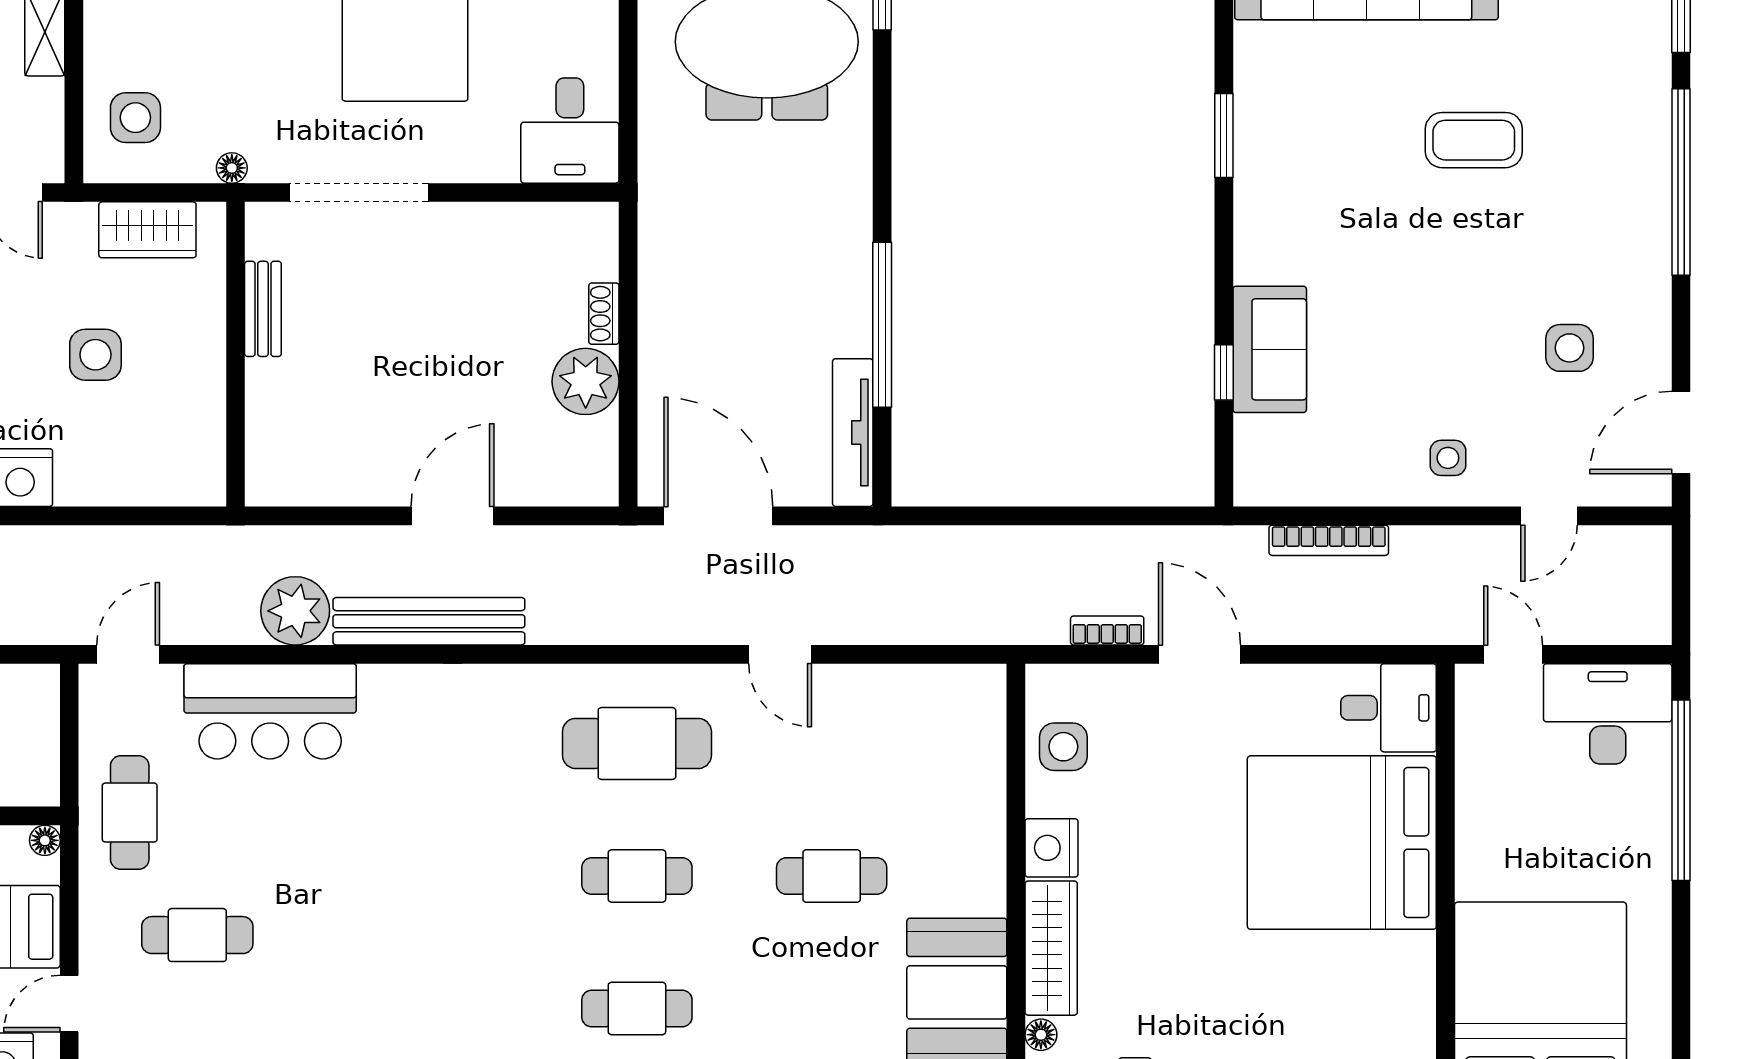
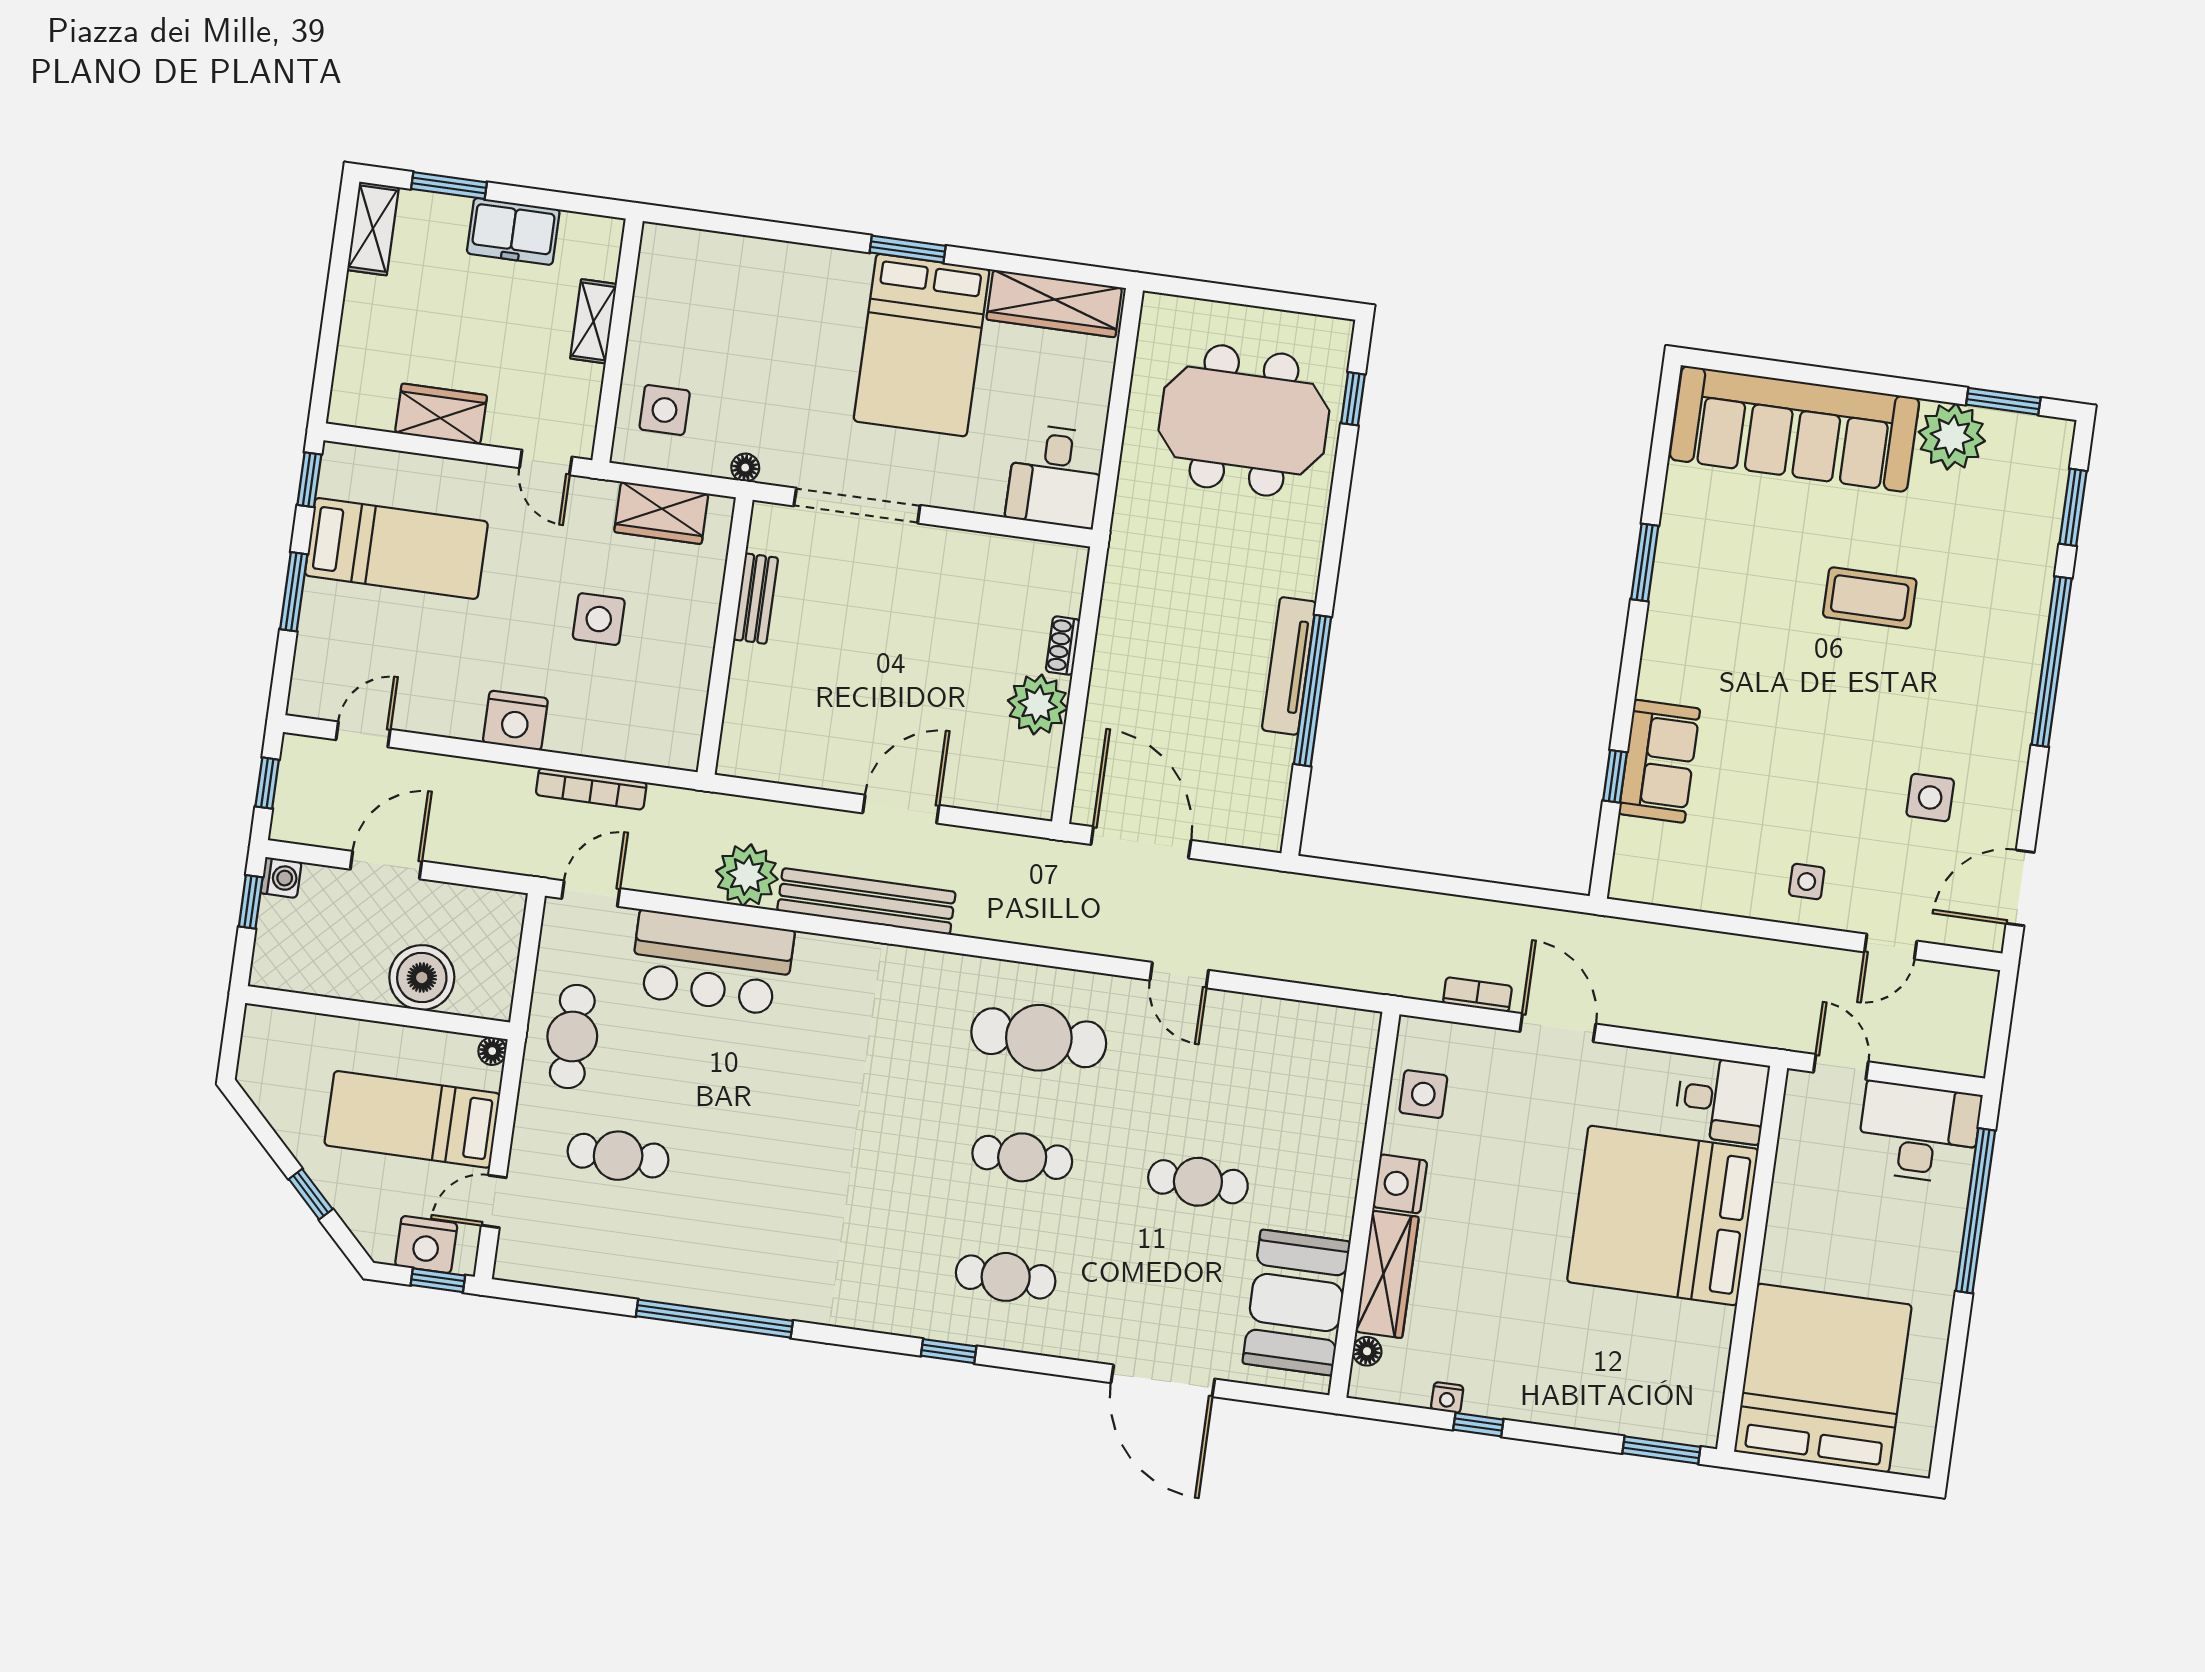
tv unit: (853, 433) -> (1289, 666), moved
bookcase: (1329, 540) -> (591, 789), moved

